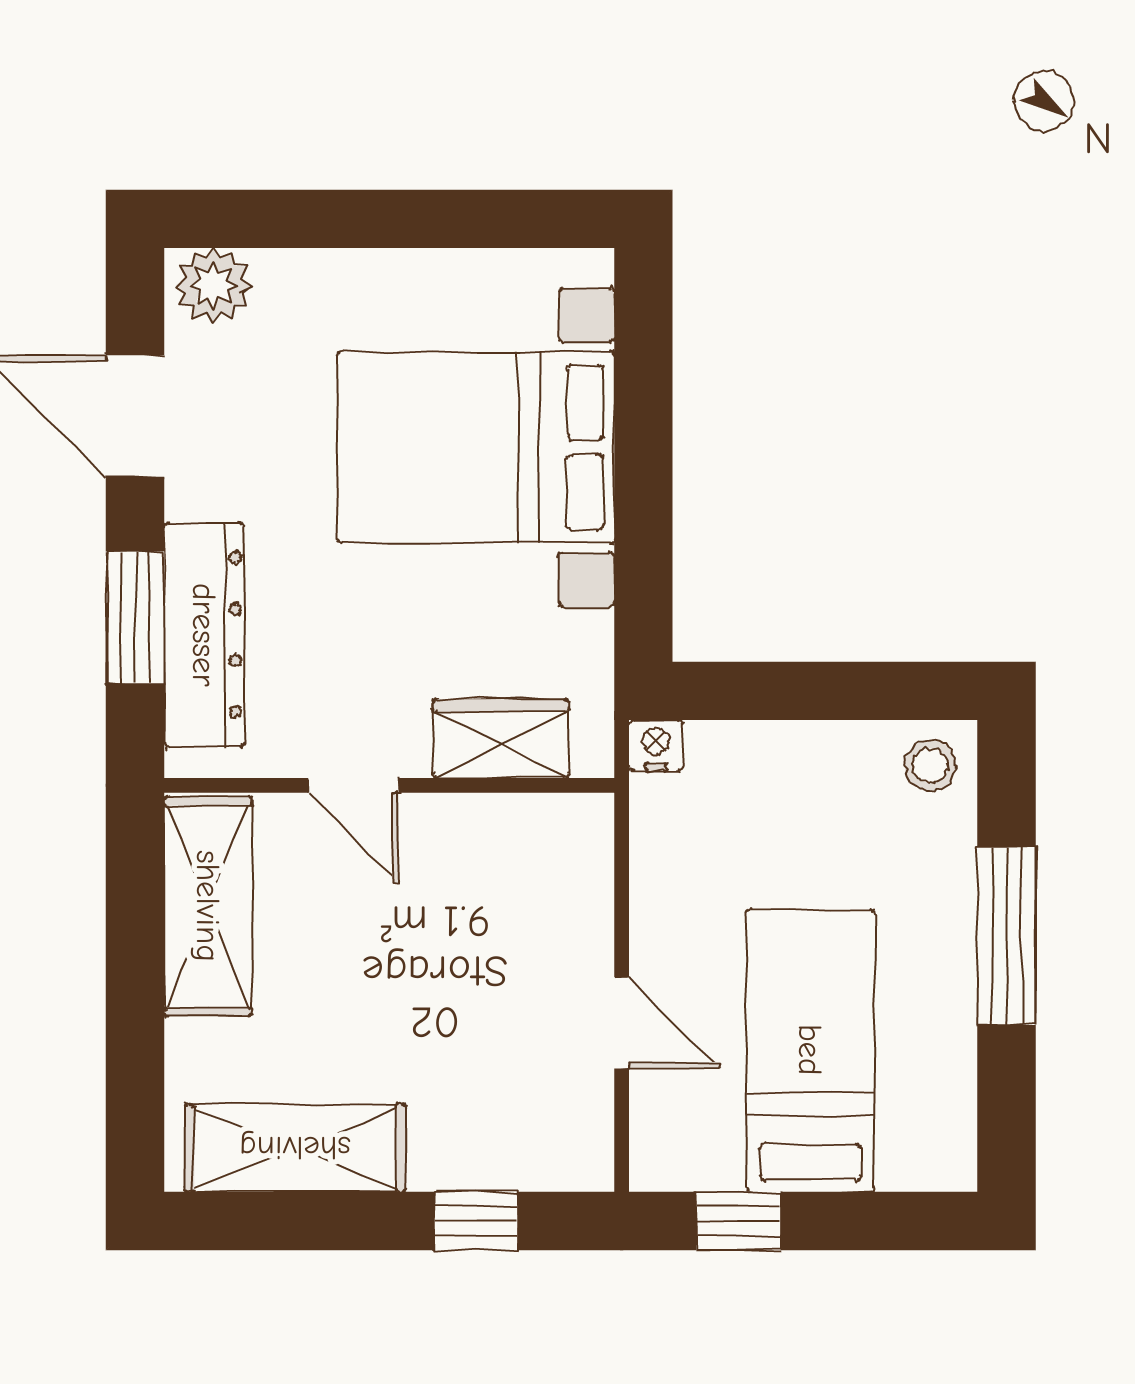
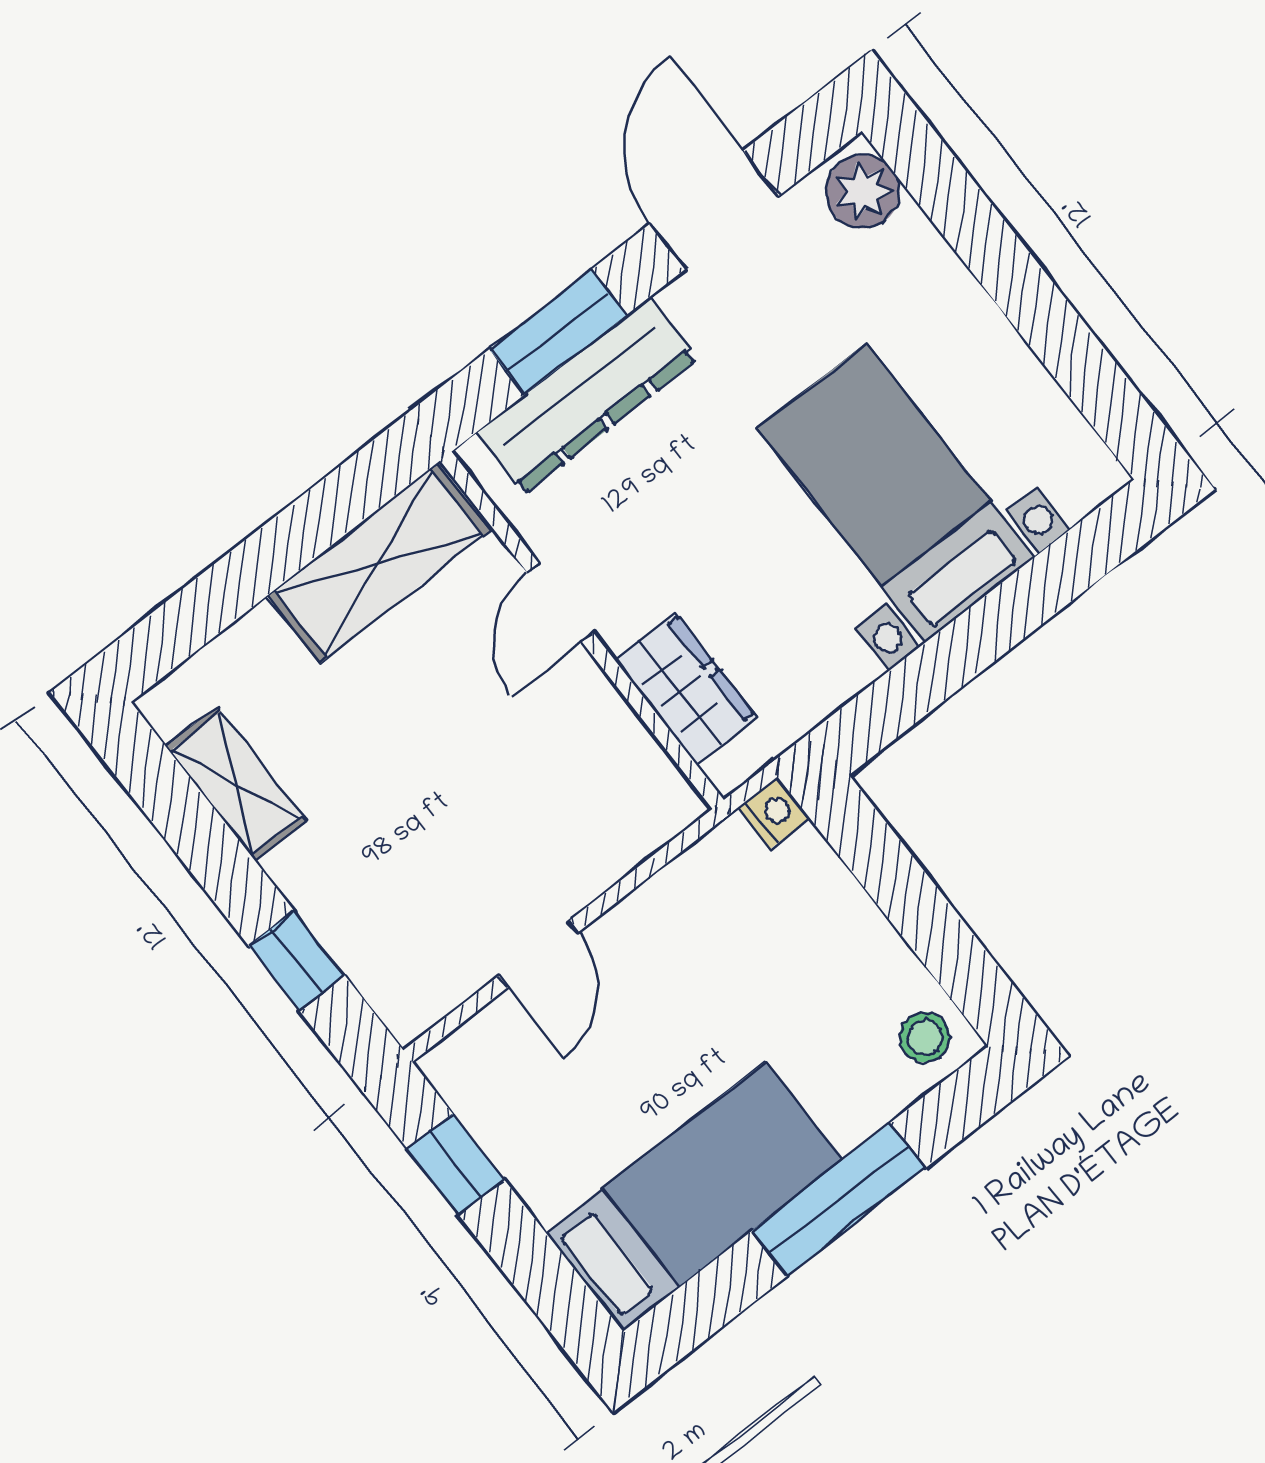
bed with nightstands: (476, 447) -> (896, 493), width x0.73
bed: (810, 1050) -> (694, 1197), moved
shelving: (295, 1148) -> (236, 784), width x0.67, depth x0.75

